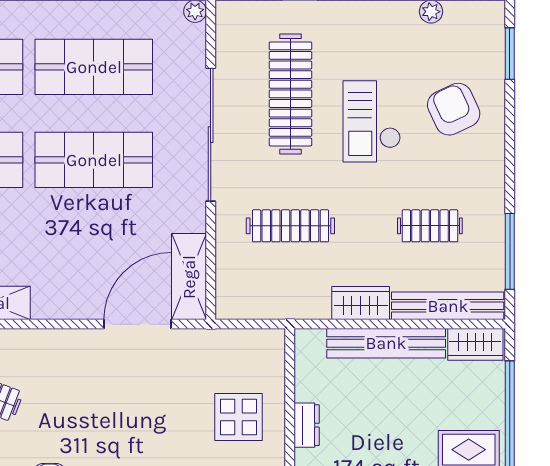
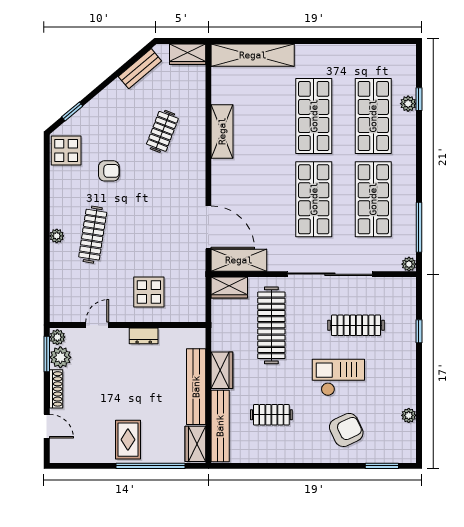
clothes rail: (290, 94) -> (356, 325), width x0.73, depth x0.76
clothes rail: (290, 226) -> (271, 325), width x1.37, depth x1.31
clothes rail: (430, 226) -> (271, 415), turned 90
window: (510, 251) -> (255, 466), removed
wardrobe: (231, 291) -> (229, 287), added

